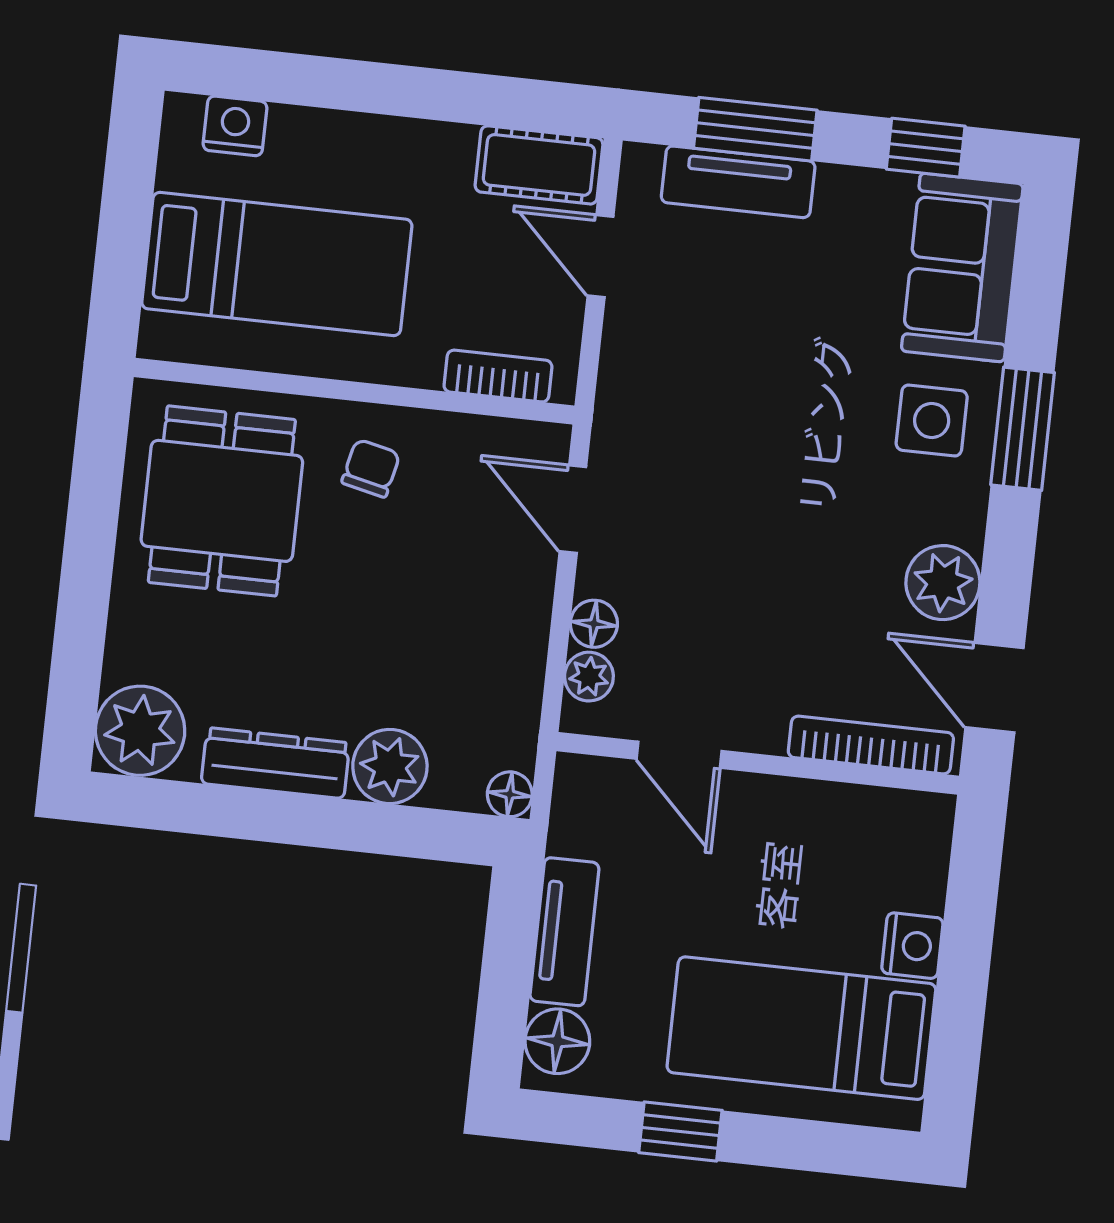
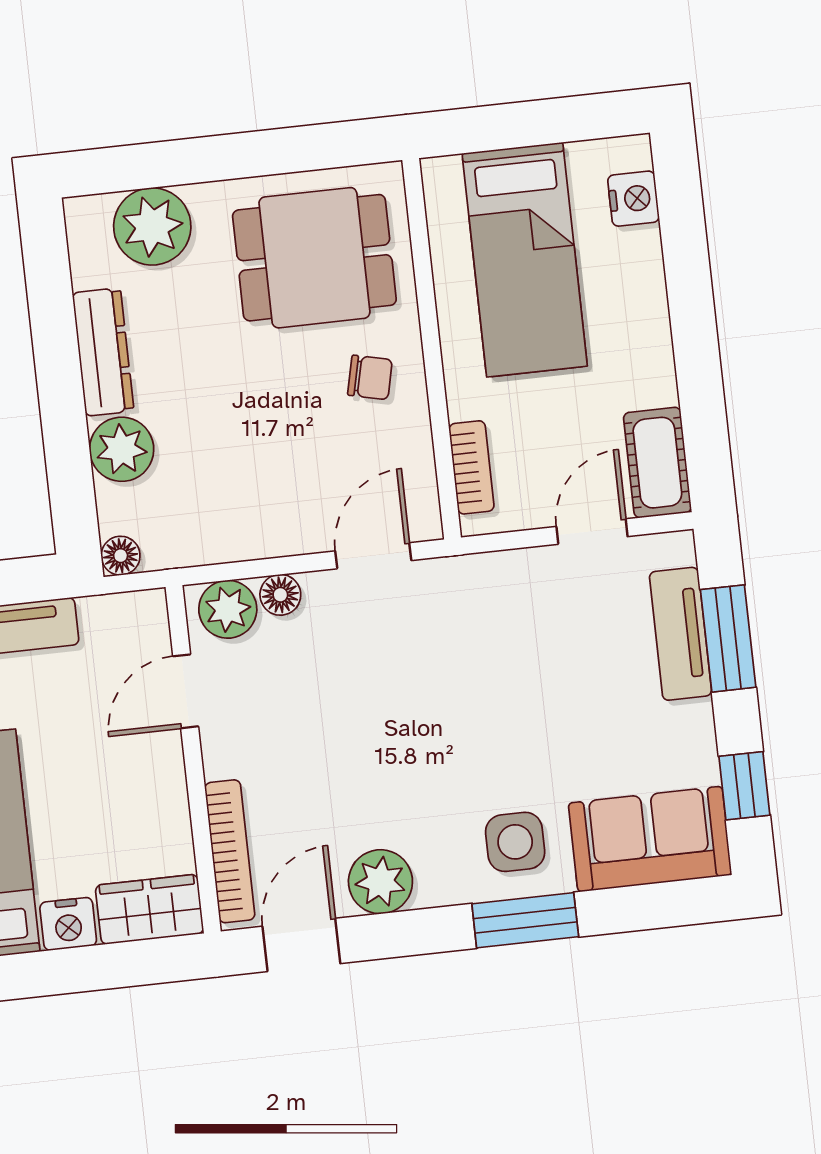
plant: (589, 677) -> (228, 609), width x1.38, depth x1.38
plant: (140, 731) -> (152, 226), moved
wardrobe: (916, 850) -> (149, 909), added

